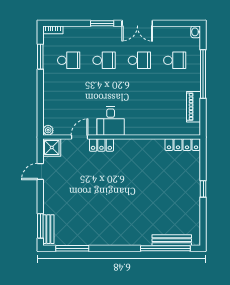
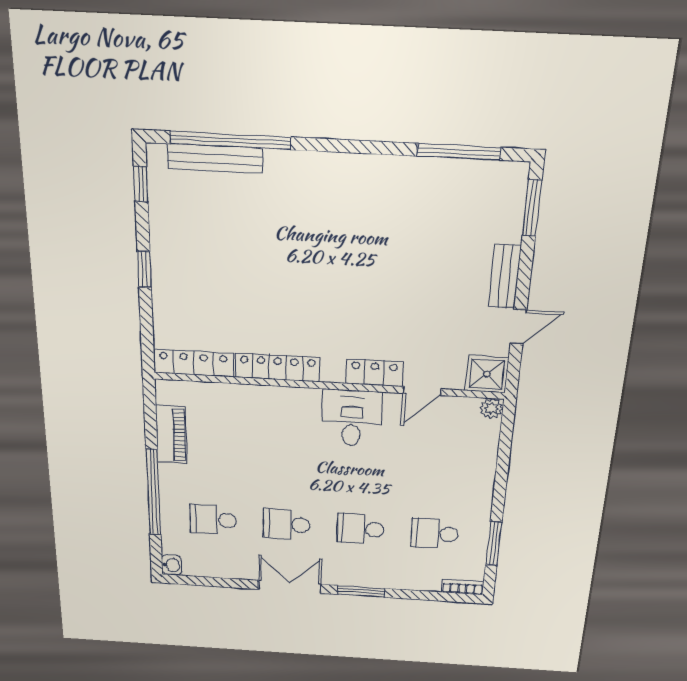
locker: (145, 145) -> (278, 367), added
window: (203, 228) -> (141, 184), added
bench: (48, 229) -> (505, 276), moved

